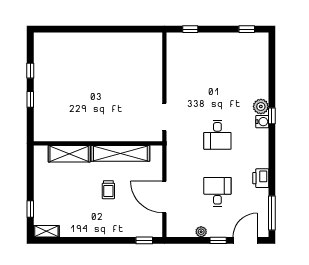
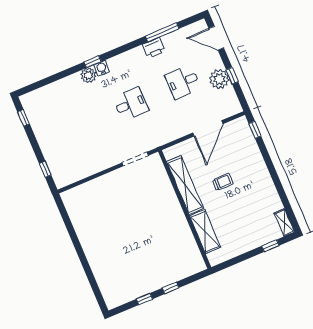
window: (272, 213) -> (162, 32), moved
plant: (201, 232) -> (219, 79), width x1.87, depth x1.87
window: (218, 240) -> (232, 76), moved

